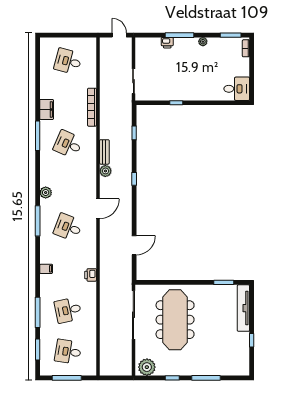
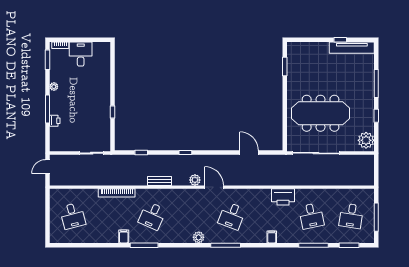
desk: (68, 61) -> (73, 216), turned -30
desk: (237, 89) -> (81, 54), moved
filing cabinet: (47, 109) -> (124, 236), width x0.50
plant: (105, 171) -> (195, 180), moved
printer: (91, 275) -> (283, 197), width x1.87, depth x1.48
tv unit: (243, 308) -> (352, 48), moved

